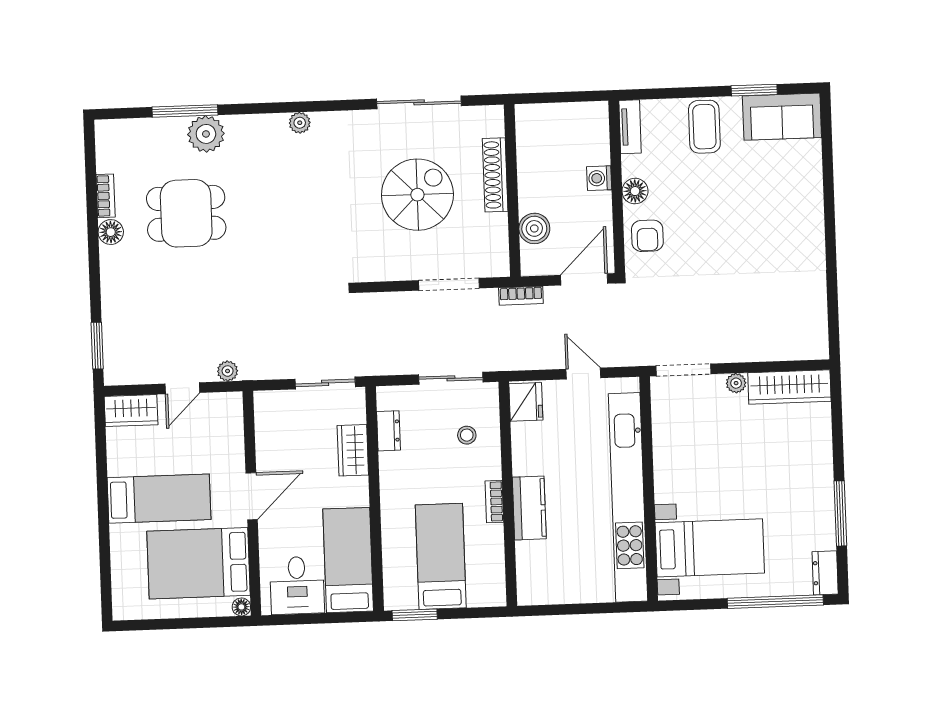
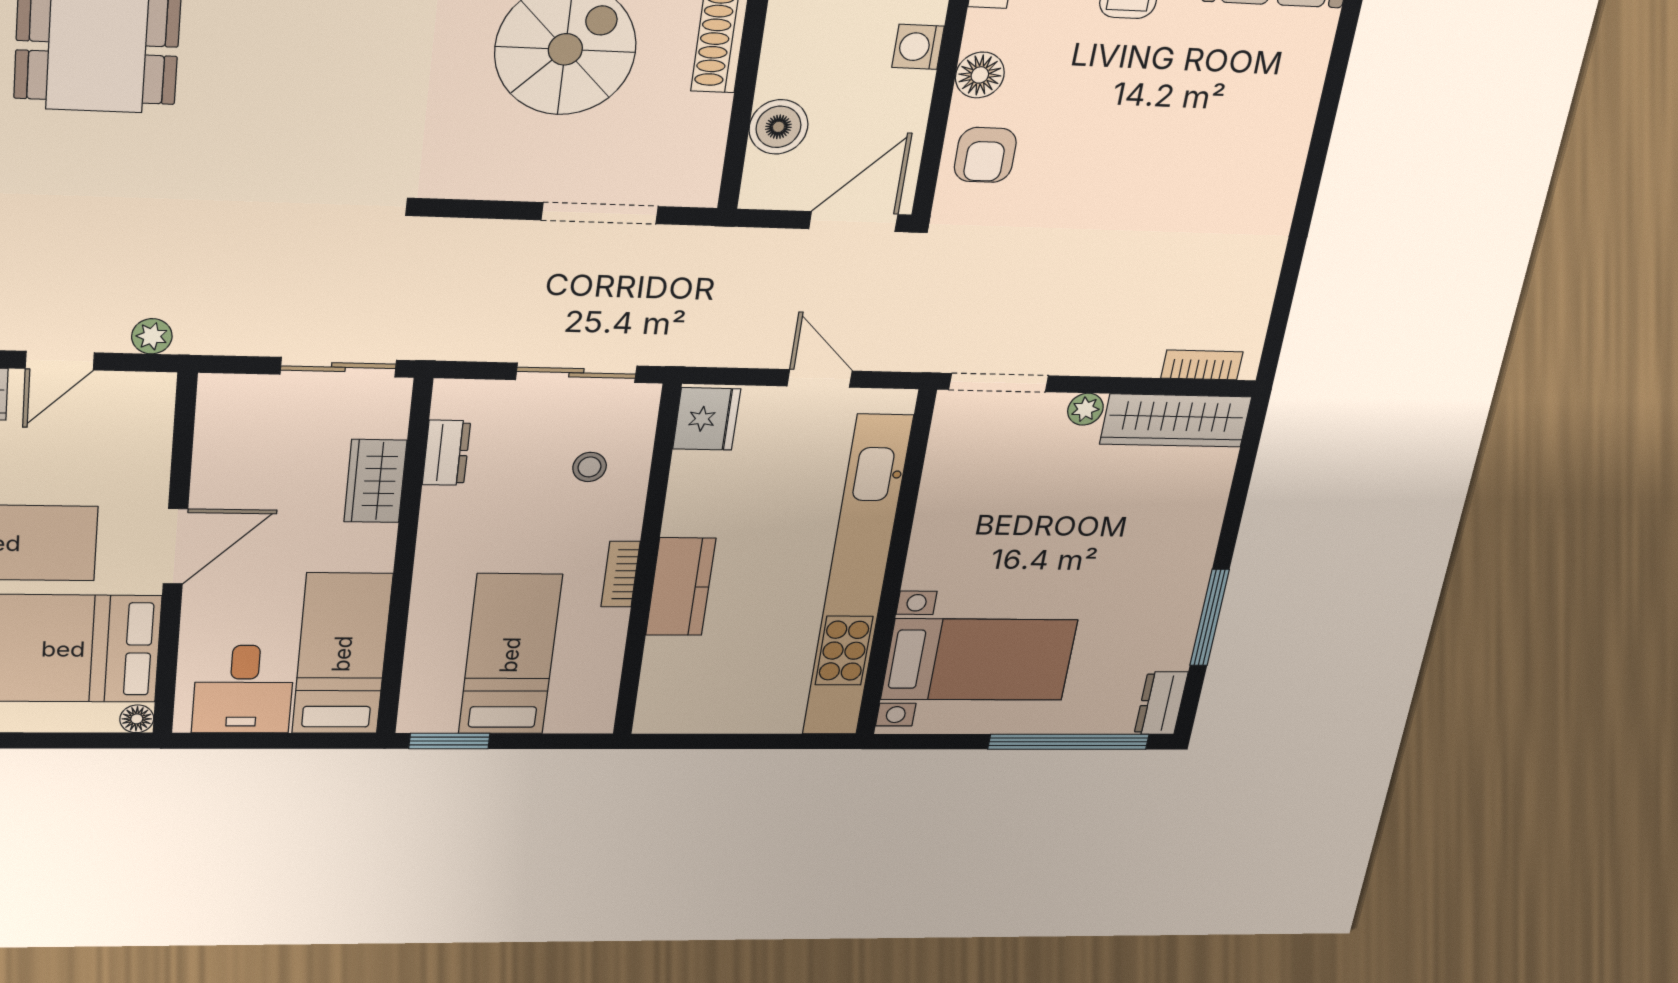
bookcase: (521, 296) -> (1202, 365), moved, turned 180

